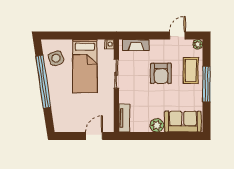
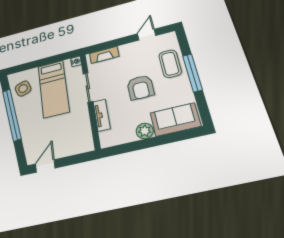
plant: (198, 44) -> (171, 37), removed
armchair: (161, 73) -> (140, 87), moved
tv unit: (124, 118) -> (102, 115), moved
door: (94, 136) -> (45, 166), moved

